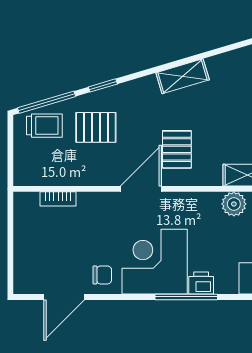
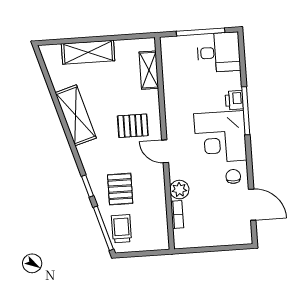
shelving: (183, 76) -> (76, 115), width x1.50, depth x1.33
door: (141, 189) -> (165, 151), width x0.73
plant: (234, 204) -> (179, 190), moved

